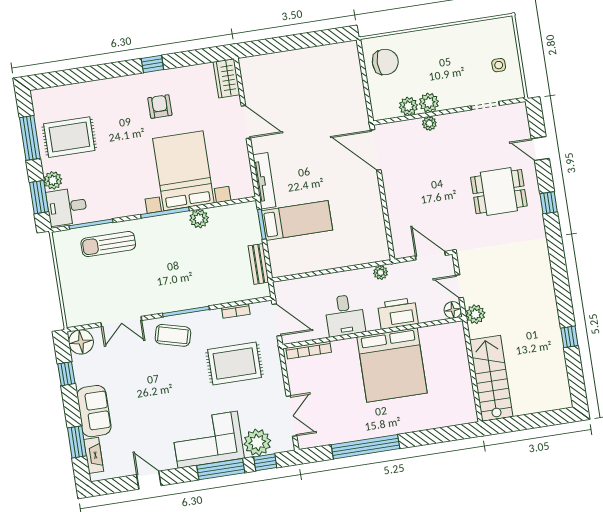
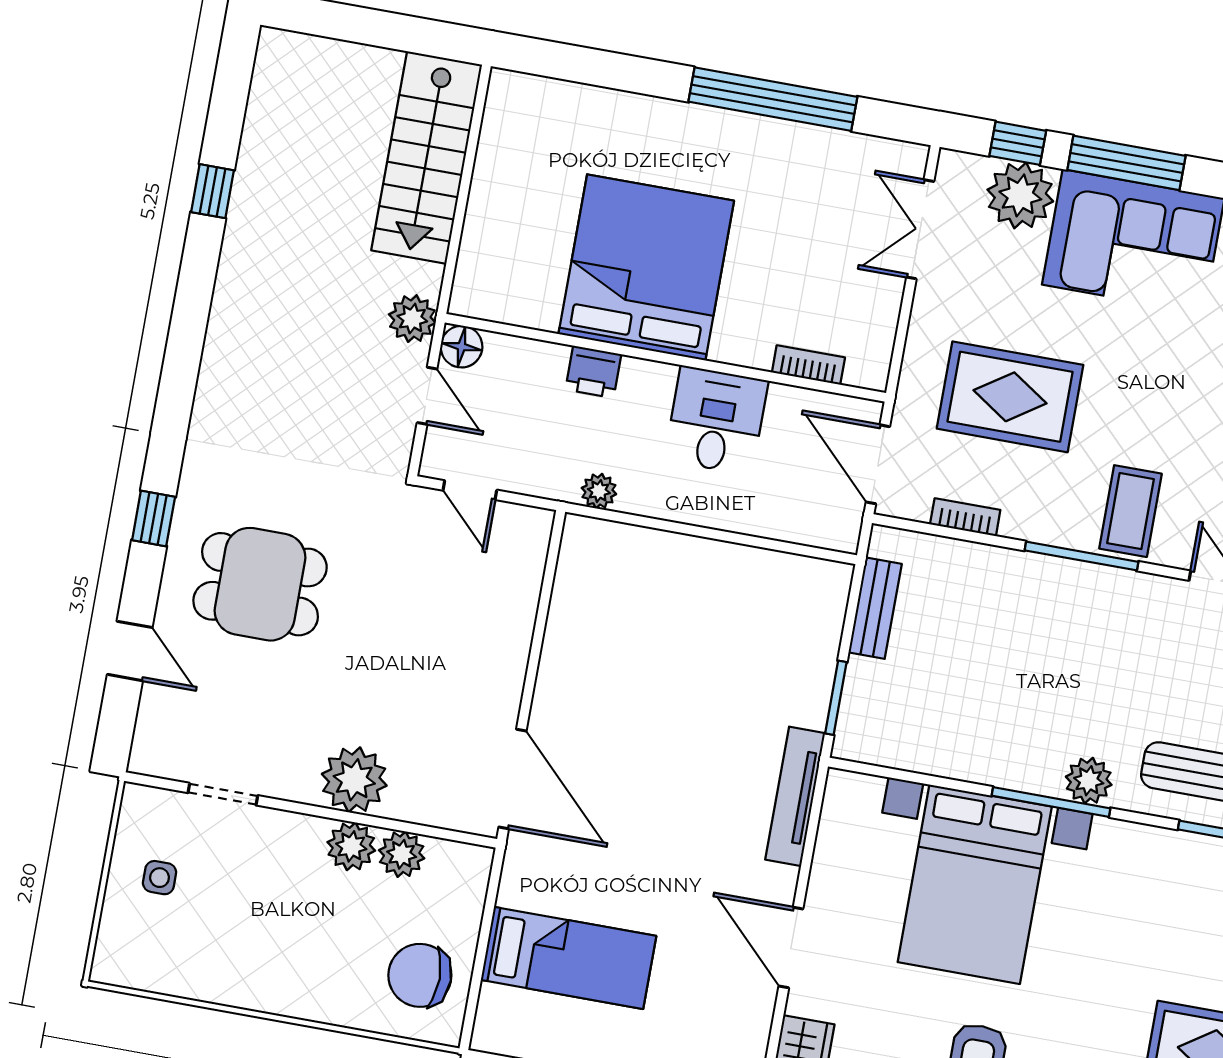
plant: (429, 123) -> (354, 780), width x1.87, depth x1.87
plant: (199, 219) -> (1089, 781), moved
bed: (297, 220) -> (569, 958), moved, turned 180
door: (430, 256) -> (470, 490), width x0.73
printer: (398, 313) -> (593, 372), width x0.53, depth x0.68
coffee table: (173, 335) -> (1130, 511), turned 75
bookcase: (309, 350) -> (808, 365), width x0.64

